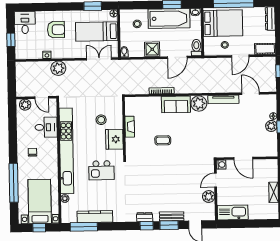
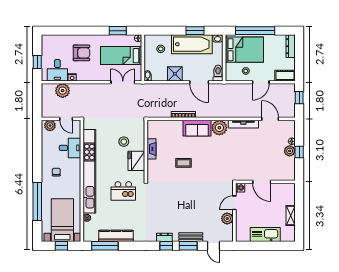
desk: (25, 23) -> (57, 70), moved, turned 180
door: (177, 57) -> (199, 82), hinge flipped
plant: (58, 68) -> (63, 91), moved
kitchen sink: (233, 212) -> (265, 235), moved

